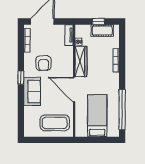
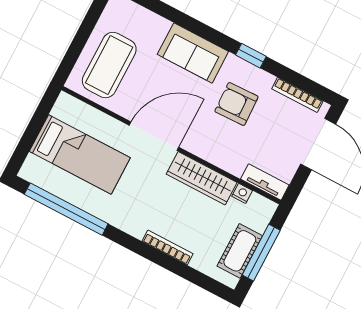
window: (98, 22) -> (261, 253), width x2.17
window: (21, 78) -> (251, 56), moved

